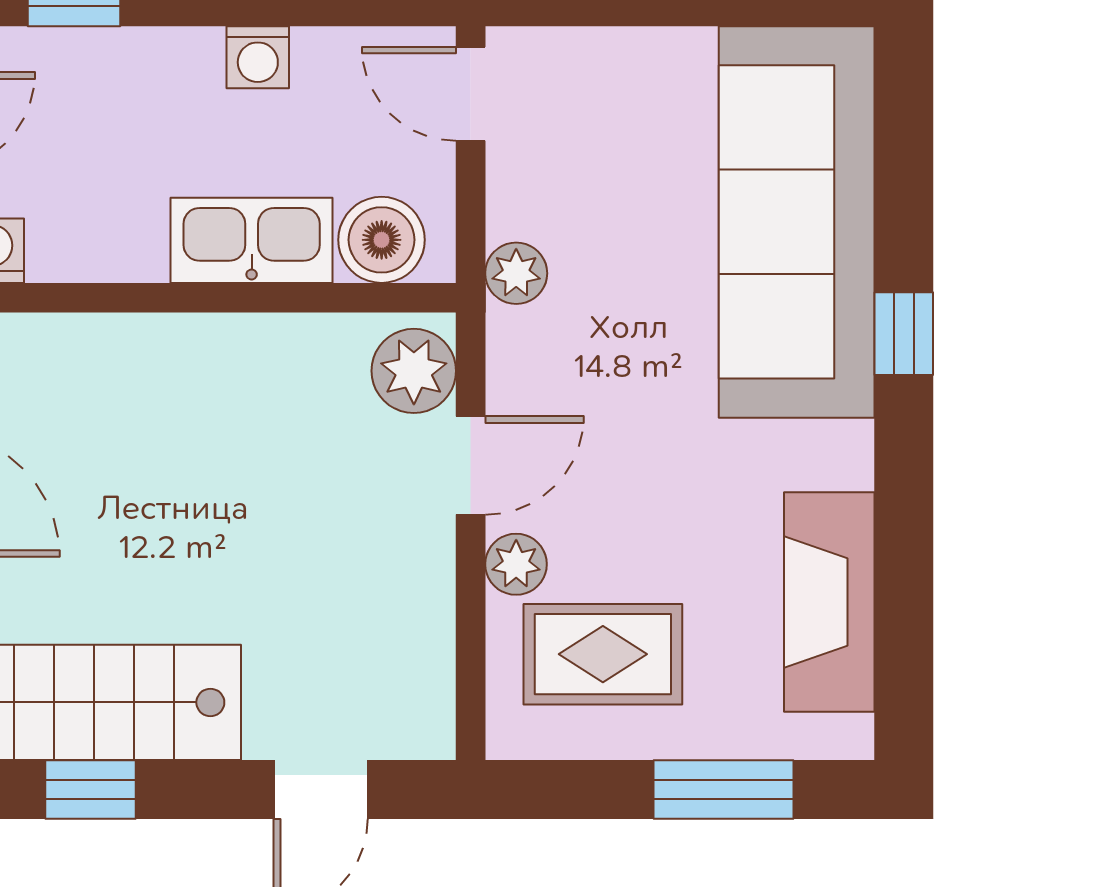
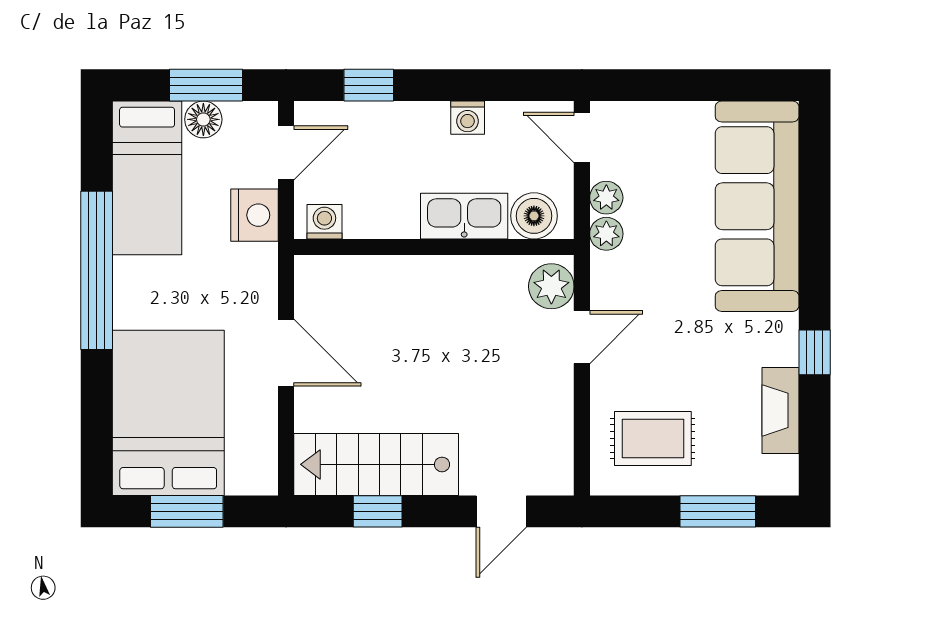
window: (904, 334) -> (815, 352), moved
plant: (516, 564) -> (606, 198), moved
fireplace: (829, 602) -> (780, 410), width x0.73, depth x0.76

